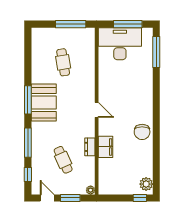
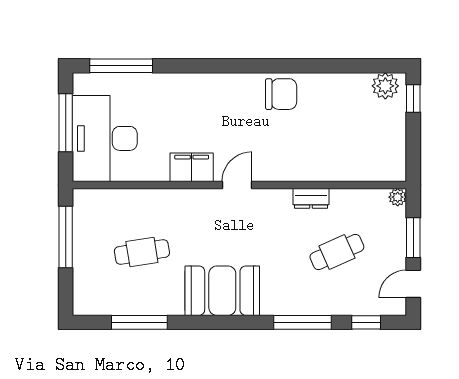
window: (28, 100) -> (139, 322), moved
filing cabinet: (106, 147) -> (192, 167), moved

